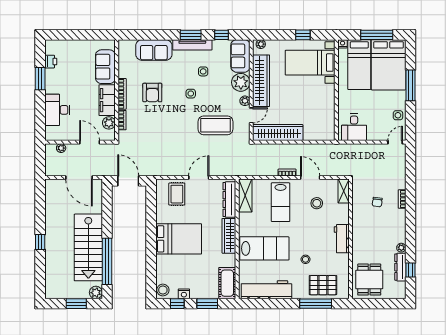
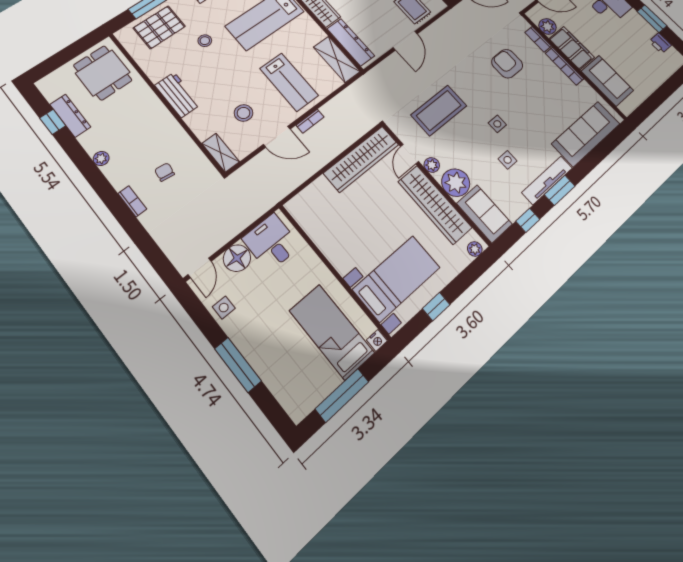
sofa: (154, 50) -> (586, 134), width x1.36
bed: (389, 65) -> (292, 367), removed
armchair: (152, 92) -> (507, 64), moved
floor lamp: (375, 133) -> (237, 258), added
lab bench: (281, 202) -> (289, 82), turned 180
plant: (401, 248) -> (101, 158), moved

